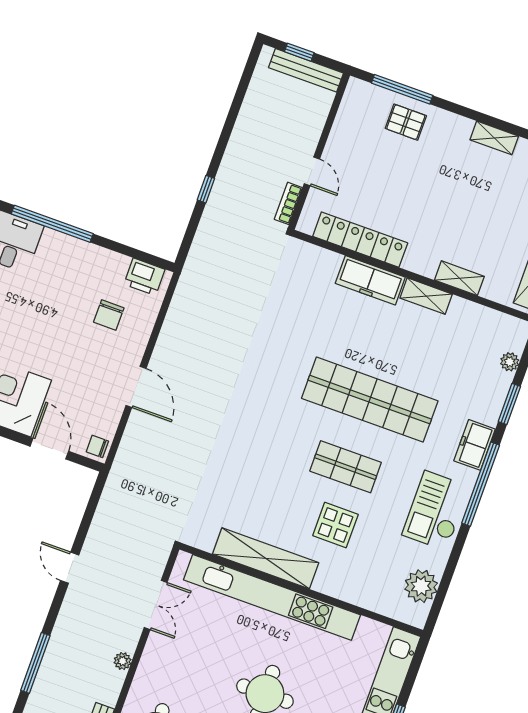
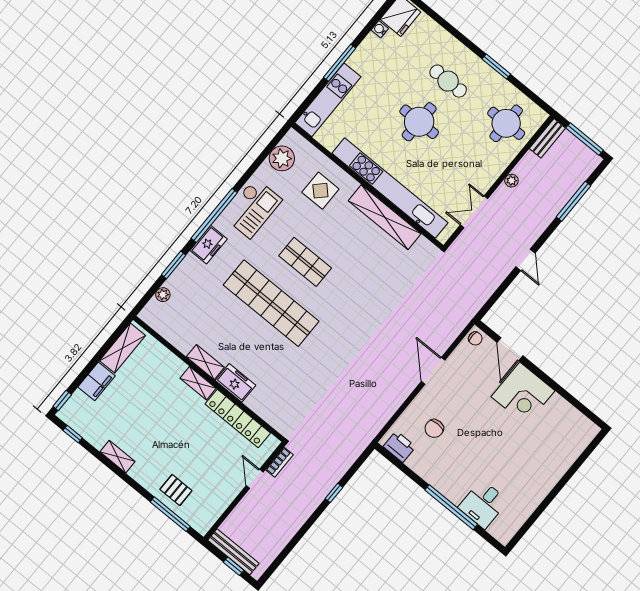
shelving: (459, 278) -> (198, 383), moved
freezer: (370, 280) -> (235, 383), width x0.71
chair: (109, 315) -> (434, 429), turned 180
display table: (335, 525) -> (320, 191), moved

